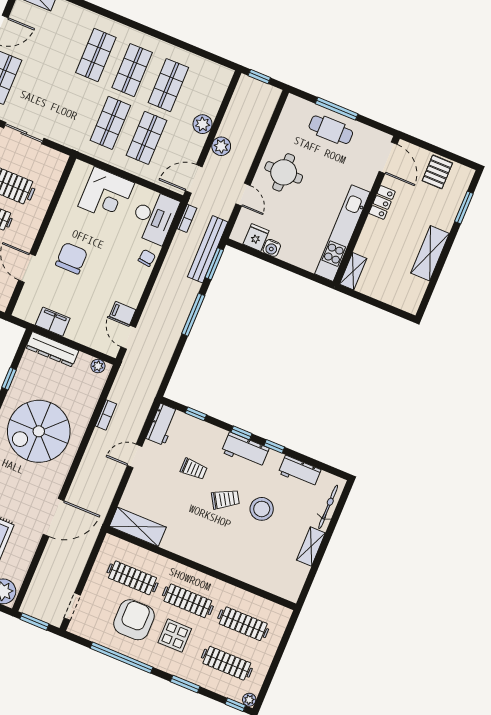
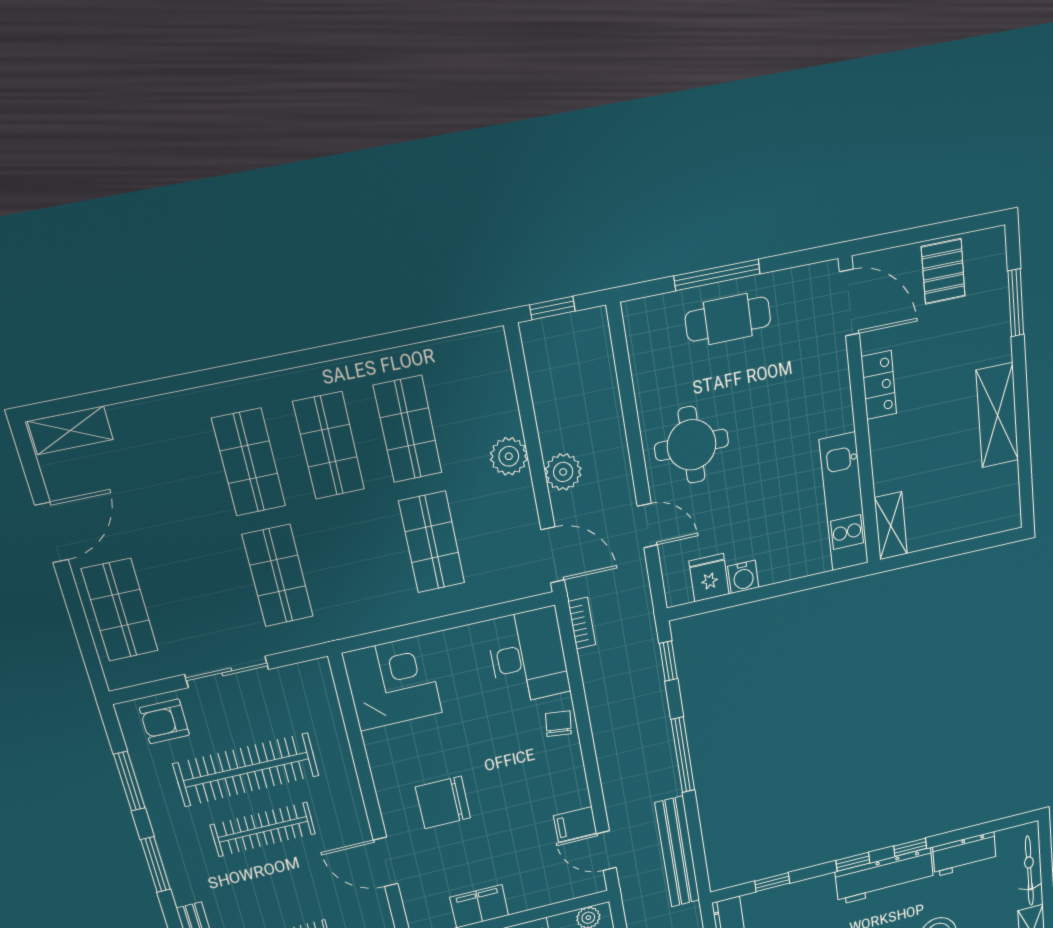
shop shelf: (110, 123) -> (278, 576), moved
door: (194, 179) -> (553, 555), swing flipped
corner desk: (106, 195) -> (392, 683), moved, turned -90
kitchen unit: (342, 233) -> (844, 502), width x0.73
bench: (208, 249) -> (677, 852), moved
chair: (72, 258) -> (443, 802), turned -90
window: (214, 264) -> (668, 661), width x0.67
workbench: (245, 450) -> (884, 876), width x1.37

